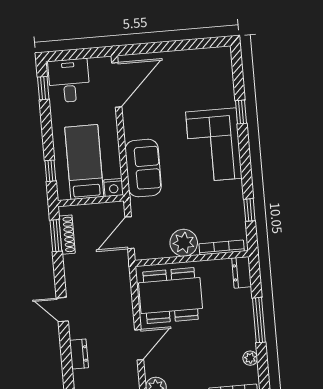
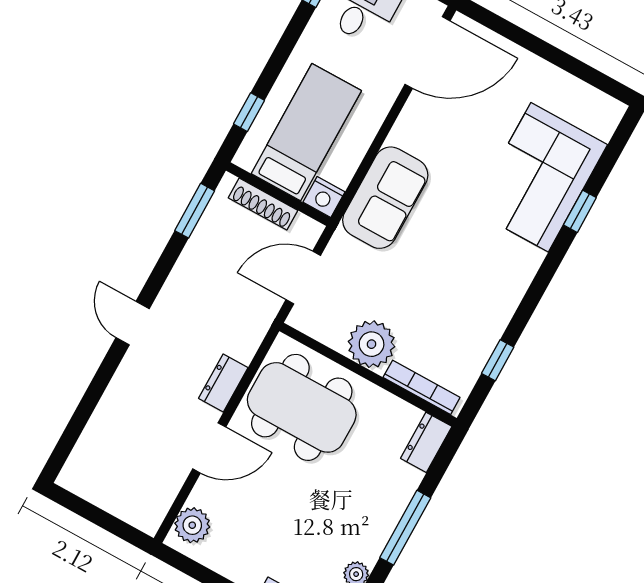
corner sofa: (214, 145) -> (540, 177), moved
shoe rack: (67, 235) -> (263, 204), moved, turned 90
dresser: (79, 354) -> (223, 383), moved, turned 180

